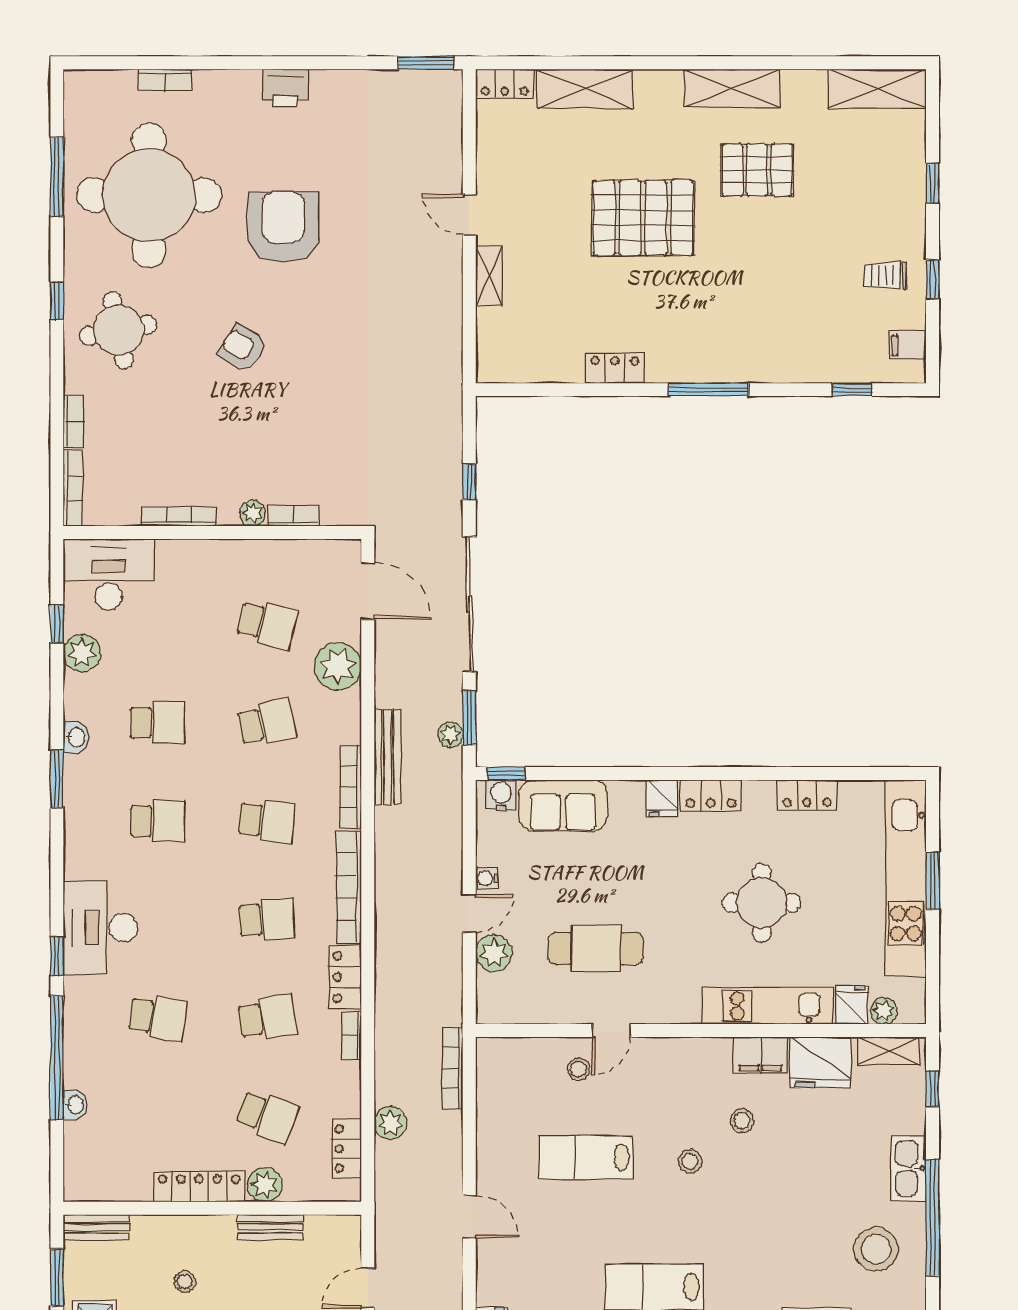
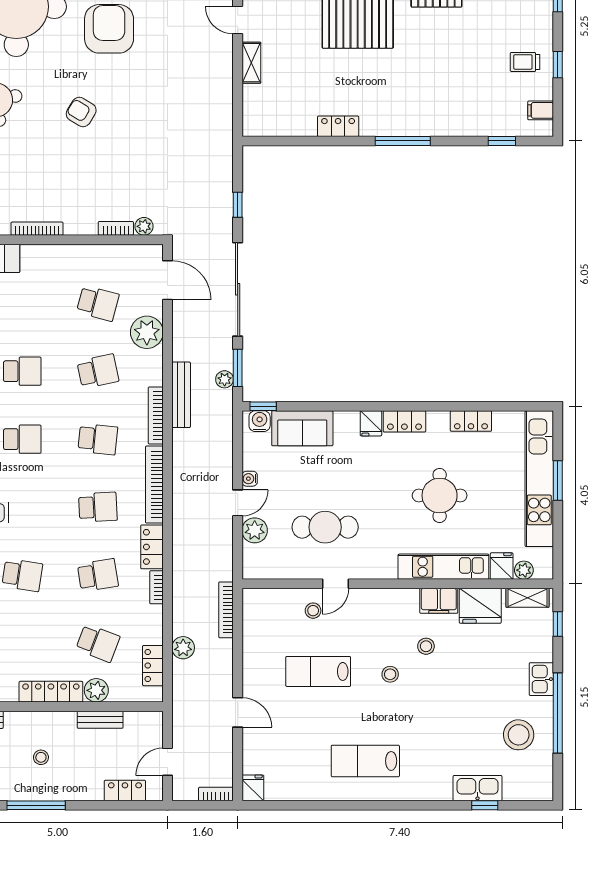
plant: (252, 513) -> (144, 226), moved
kitchen sink: (909, 1168) -> (541, 679), width x0.73

